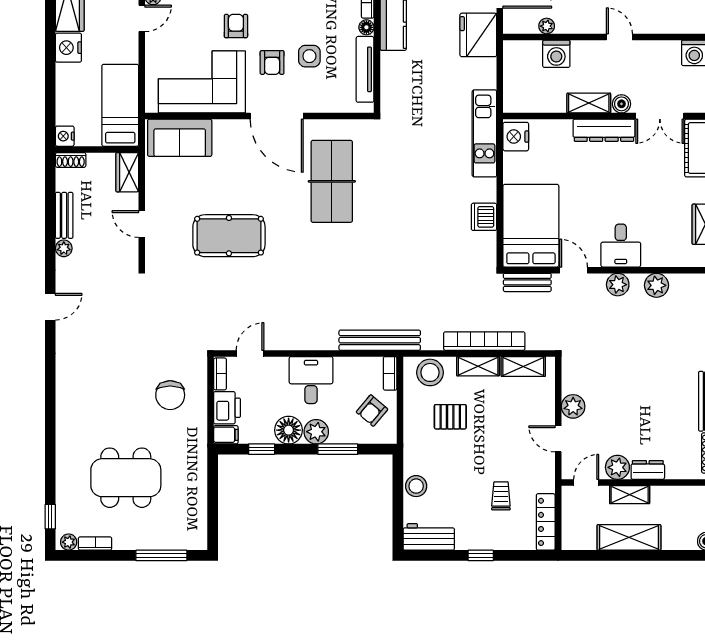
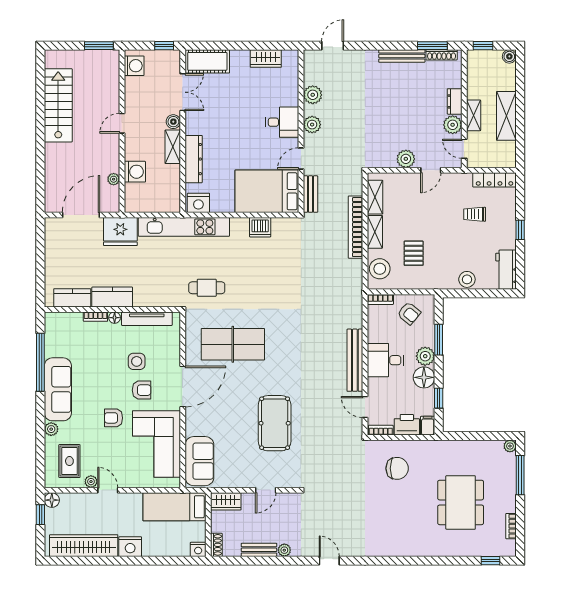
dresser: (604, 130) -> (194, 159), moved
kitchen unit: (484, 133) -> (184, 227), width x1.36
cafe table: (405, 147) -> (207, 288), added
bench: (380, 340) -> (355, 360), moved
plant: (69, 542) -> (510, 446), moved

